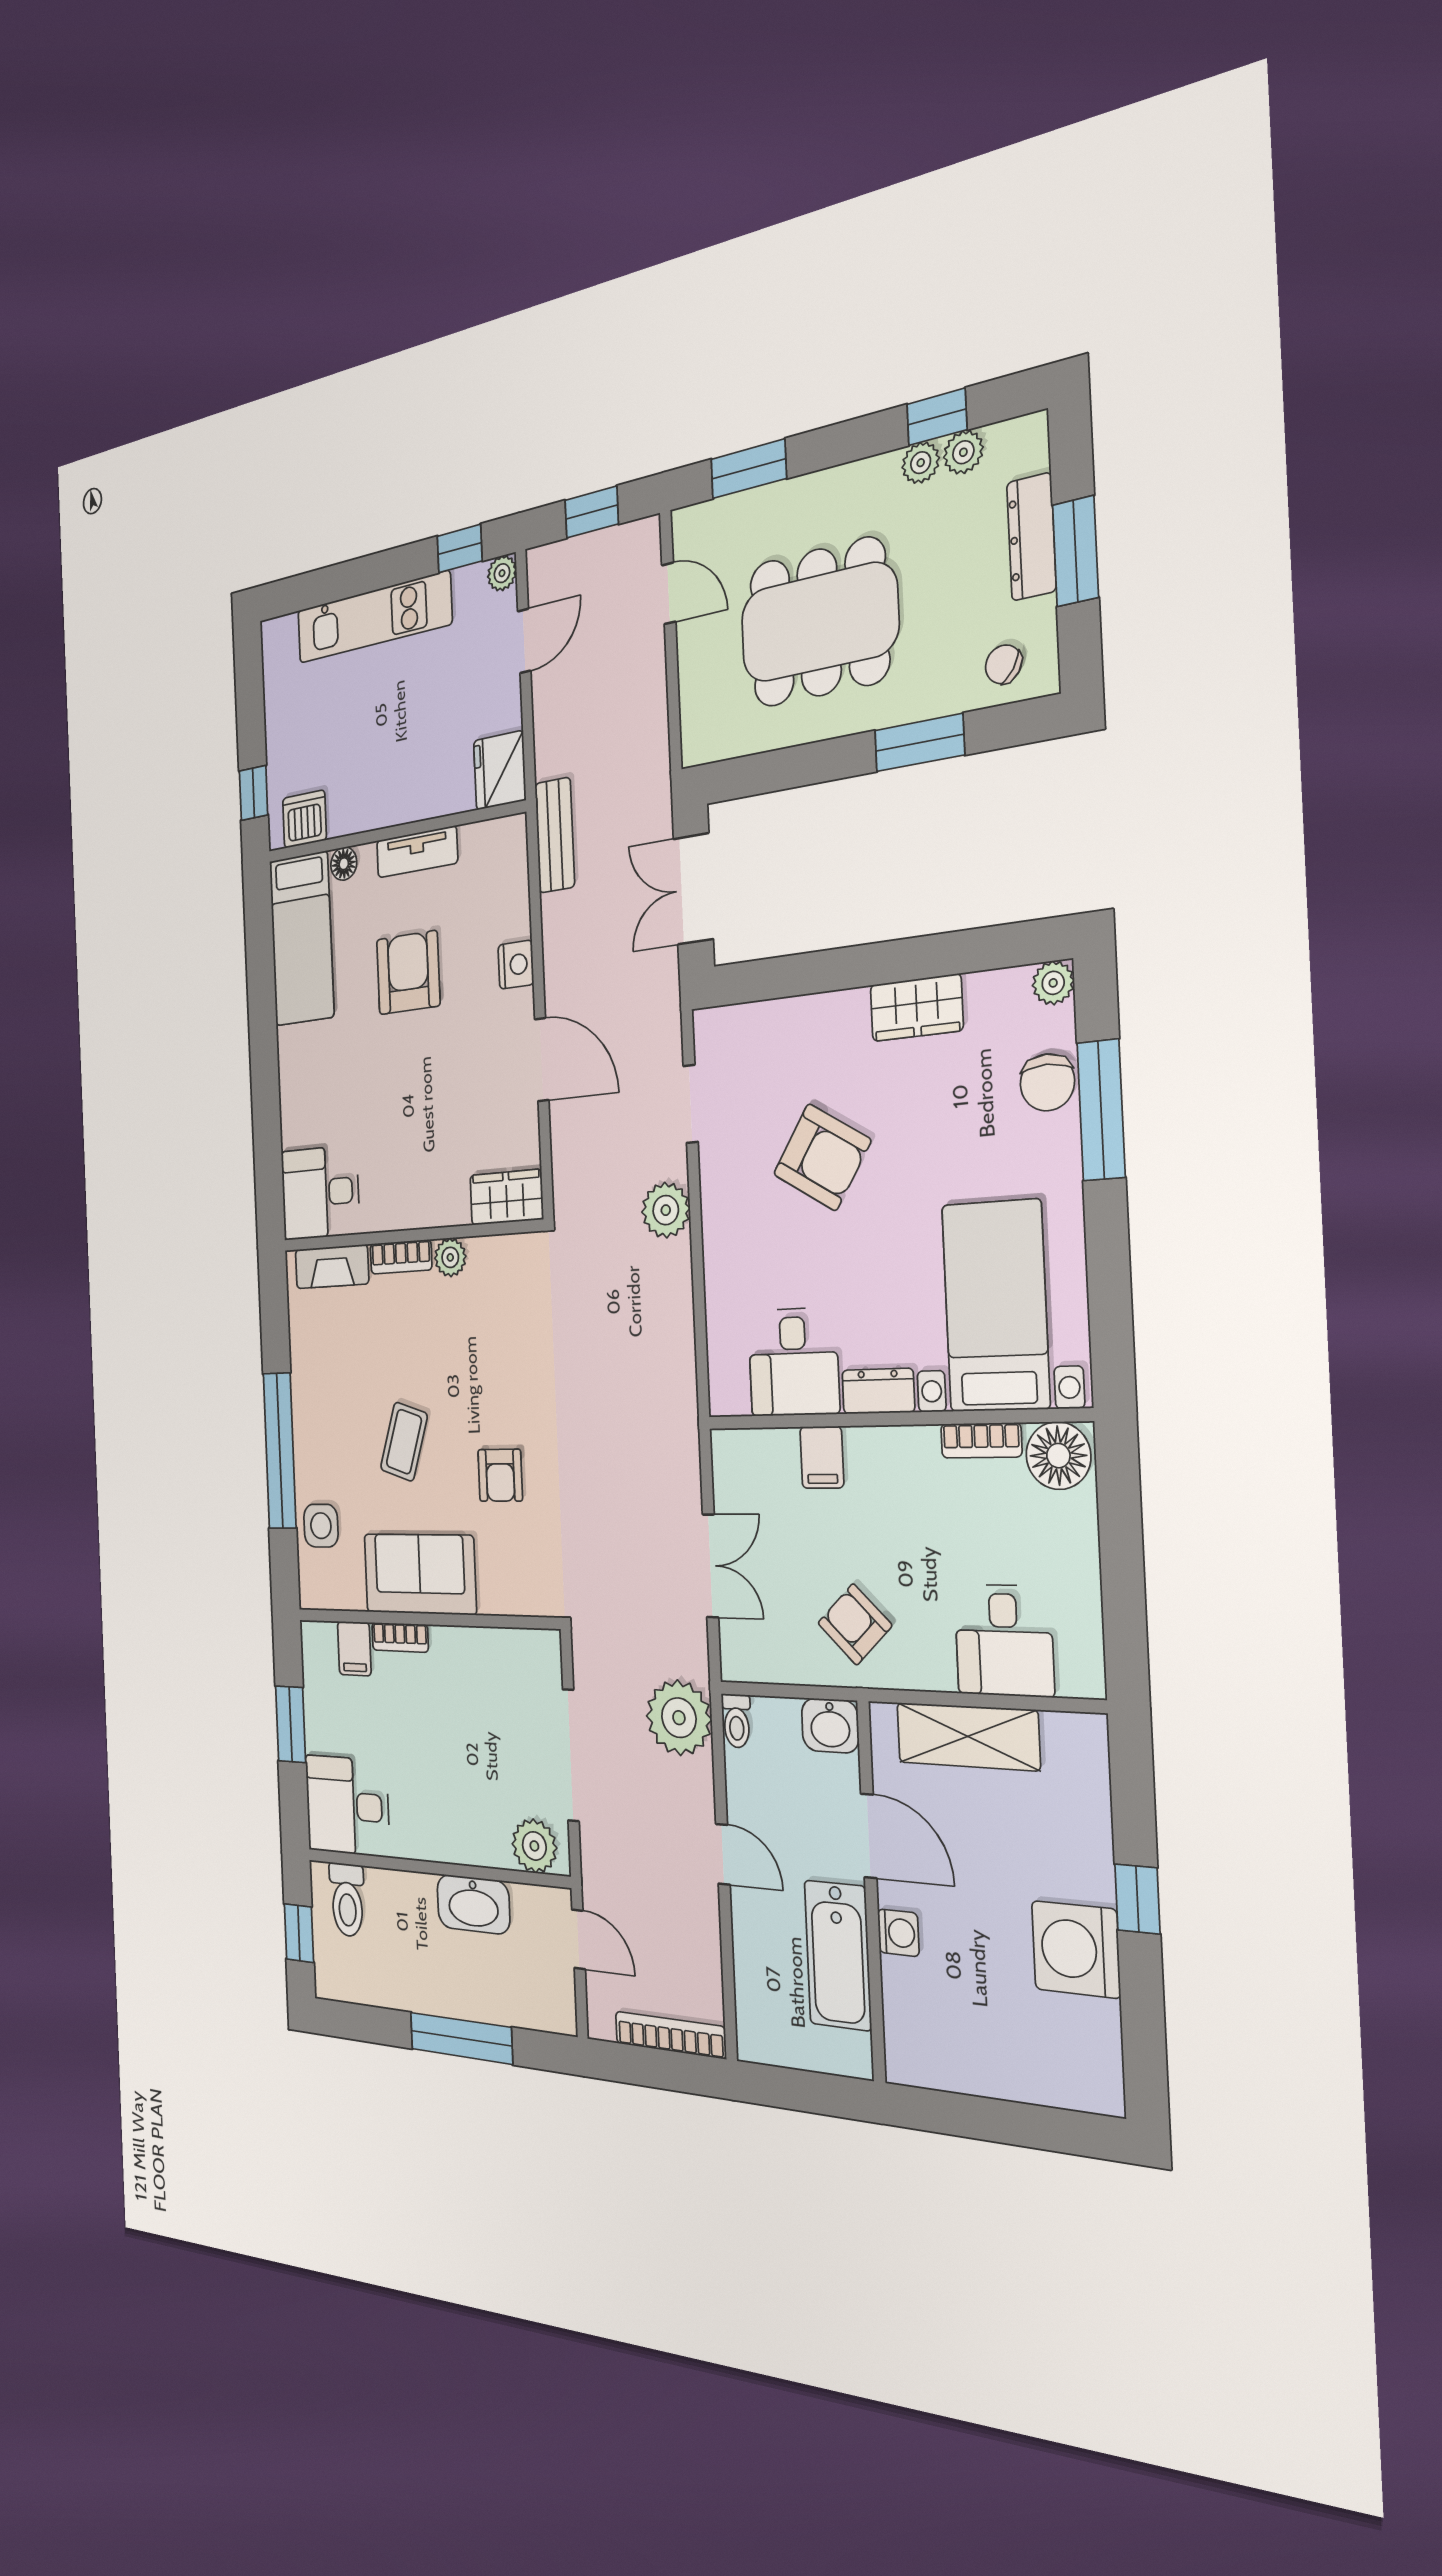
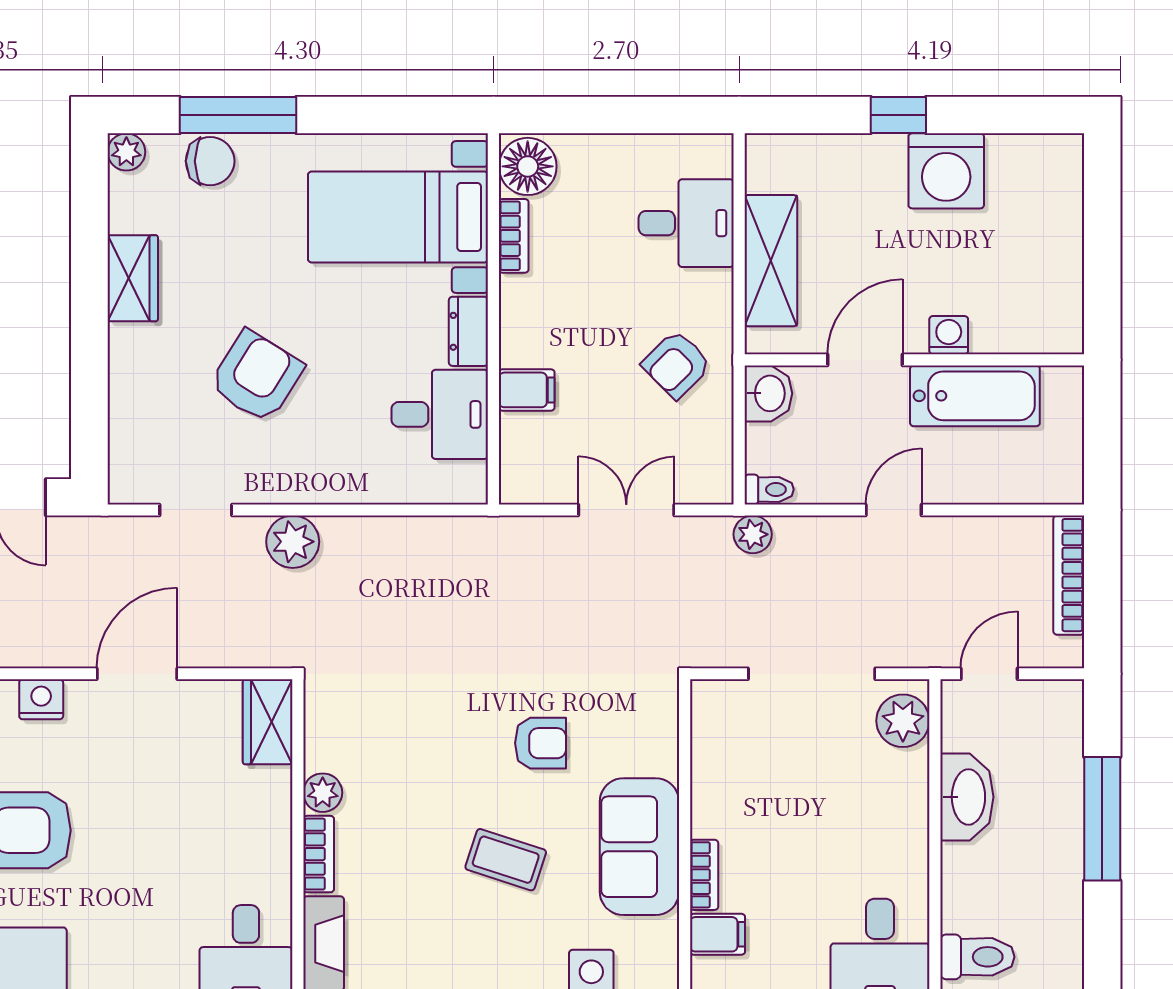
plant: (679, 1718) -> (753, 534), width x0.53, depth x0.53

